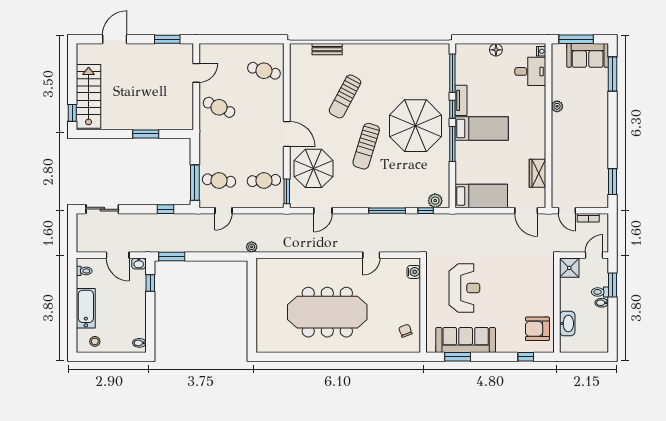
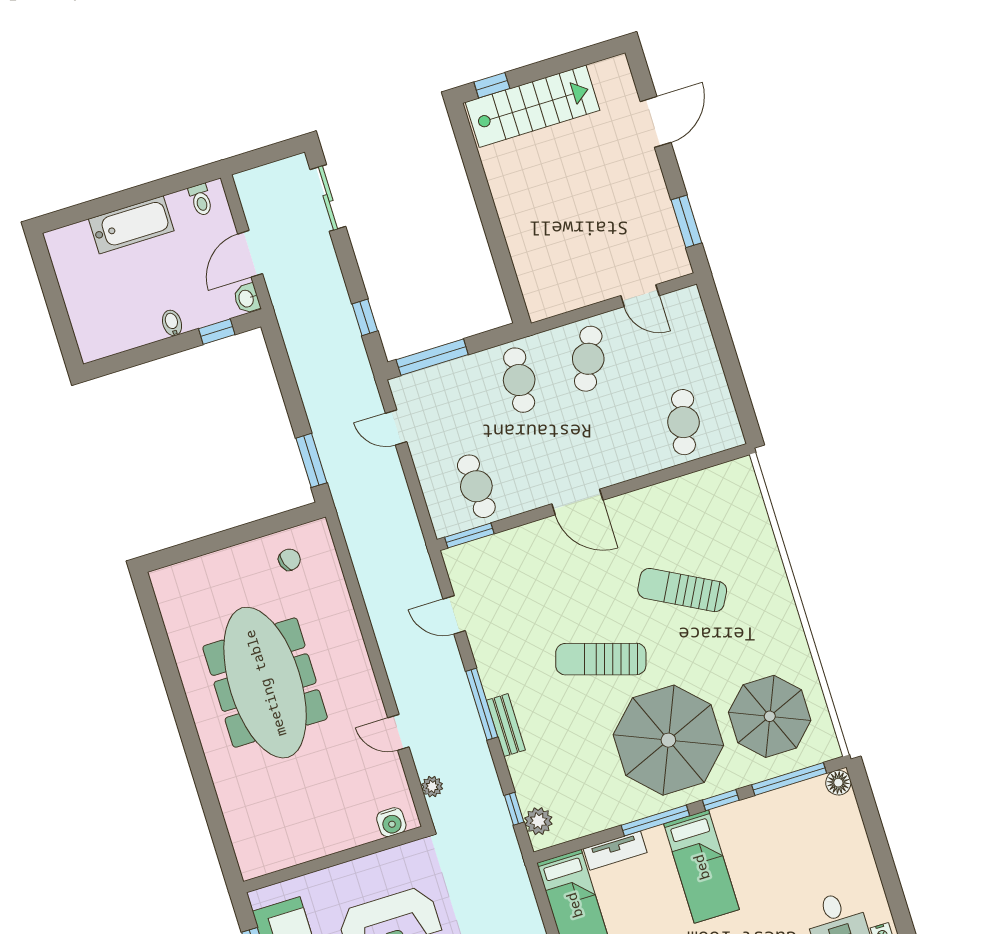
door: (115, 39) -> (656, 122), hinge flipped
bench: (327, 49) -> (506, 725), moved
floor lamp: (496, 50) -> (838, 783), moved
tv unit: (461, 100) -> (615, 851), moved
window: (146, 134) -> (495, 236), removed
door: (287, 134) -> (577, 502), hinge flipped
parasol: (314, 168) -> (770, 716), moved
cafe table: (219, 181) -> (519, 380), moved
window: (387, 211) -> (482, 704), moved
plant: (252, 247) -> (432, 787), moved
window: (172, 256) -> (311, 460), moved
chair: (405, 331) -> (289, 560), moved
stool: (95, 341) -> (74, 261), removed
bidet: (139, 343) -> (172, 323), moved

